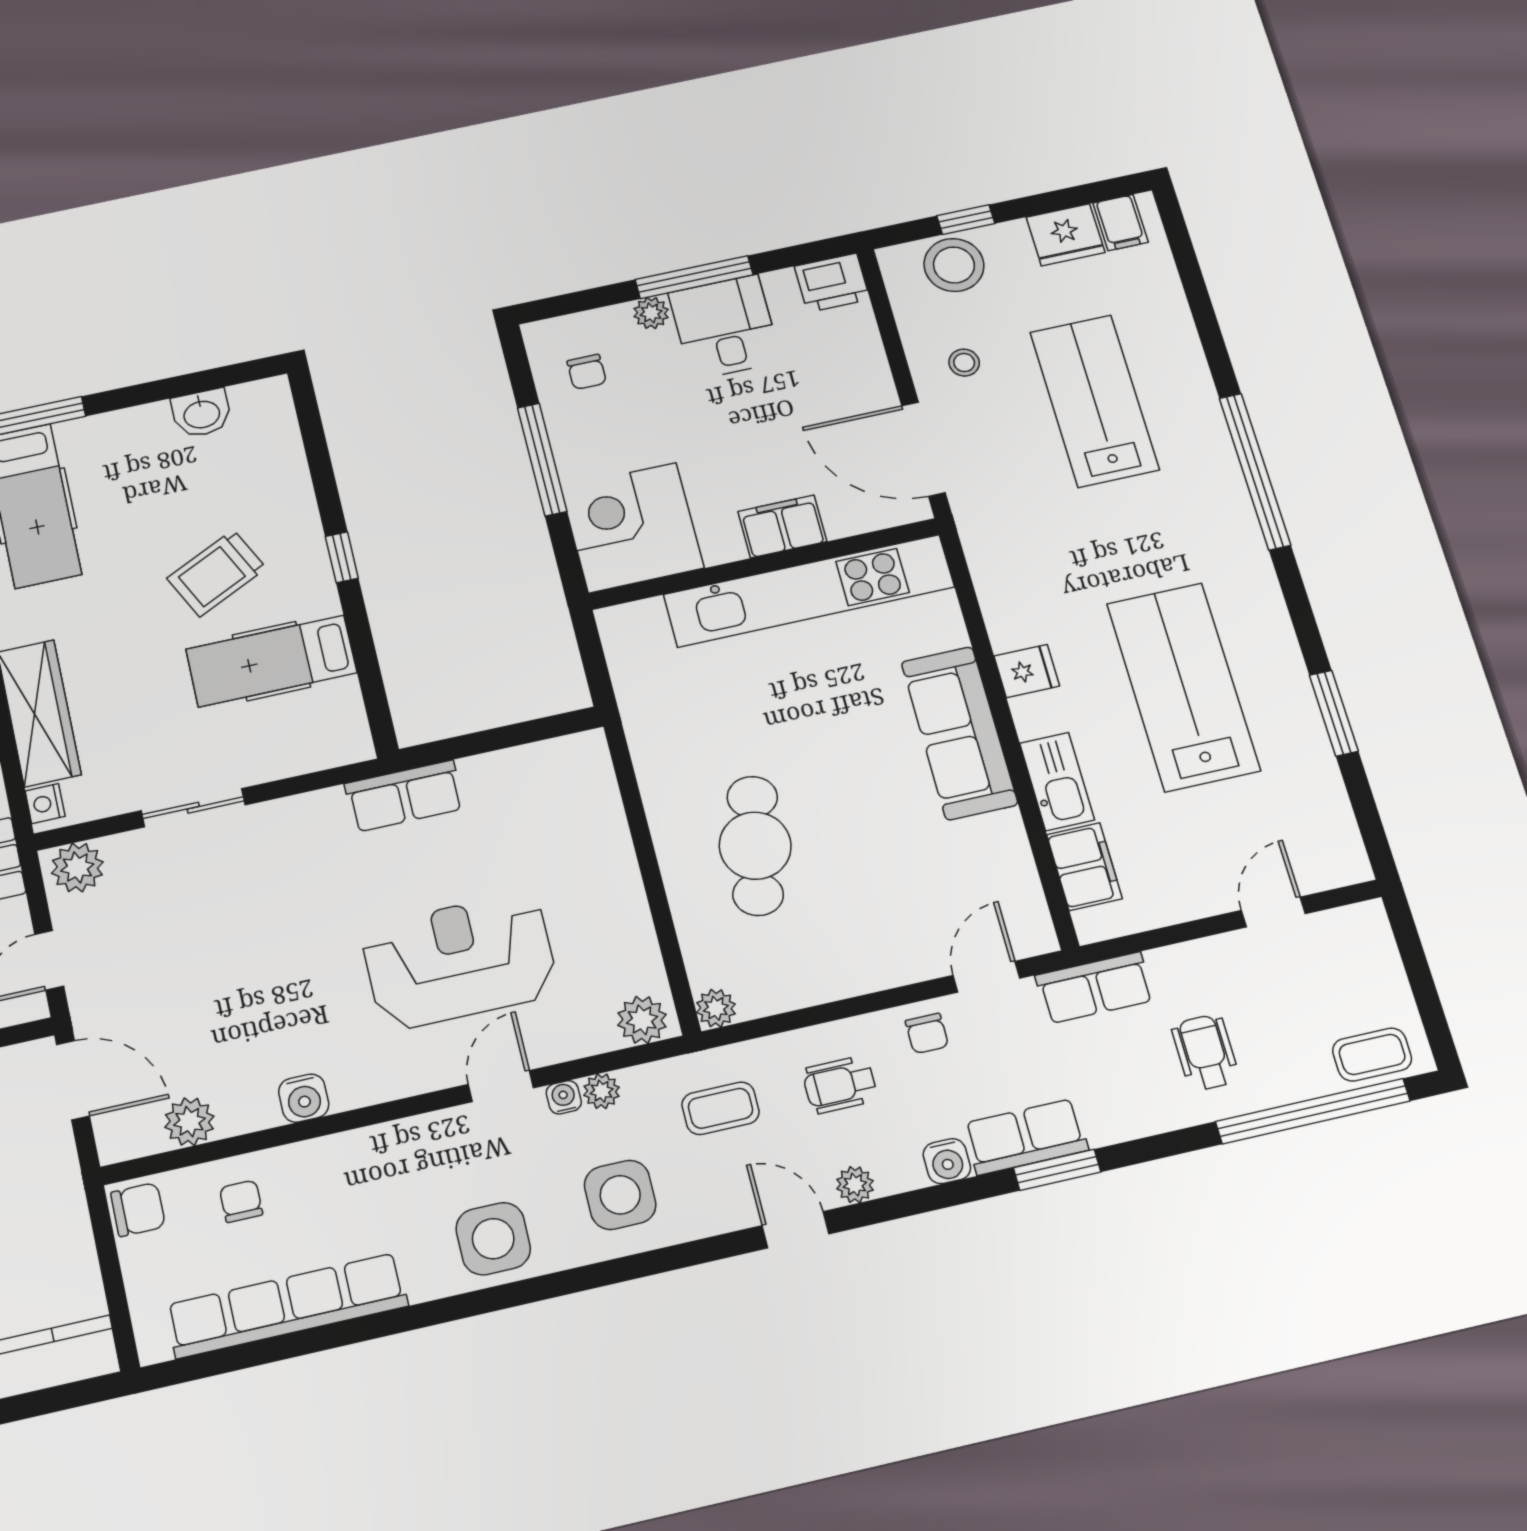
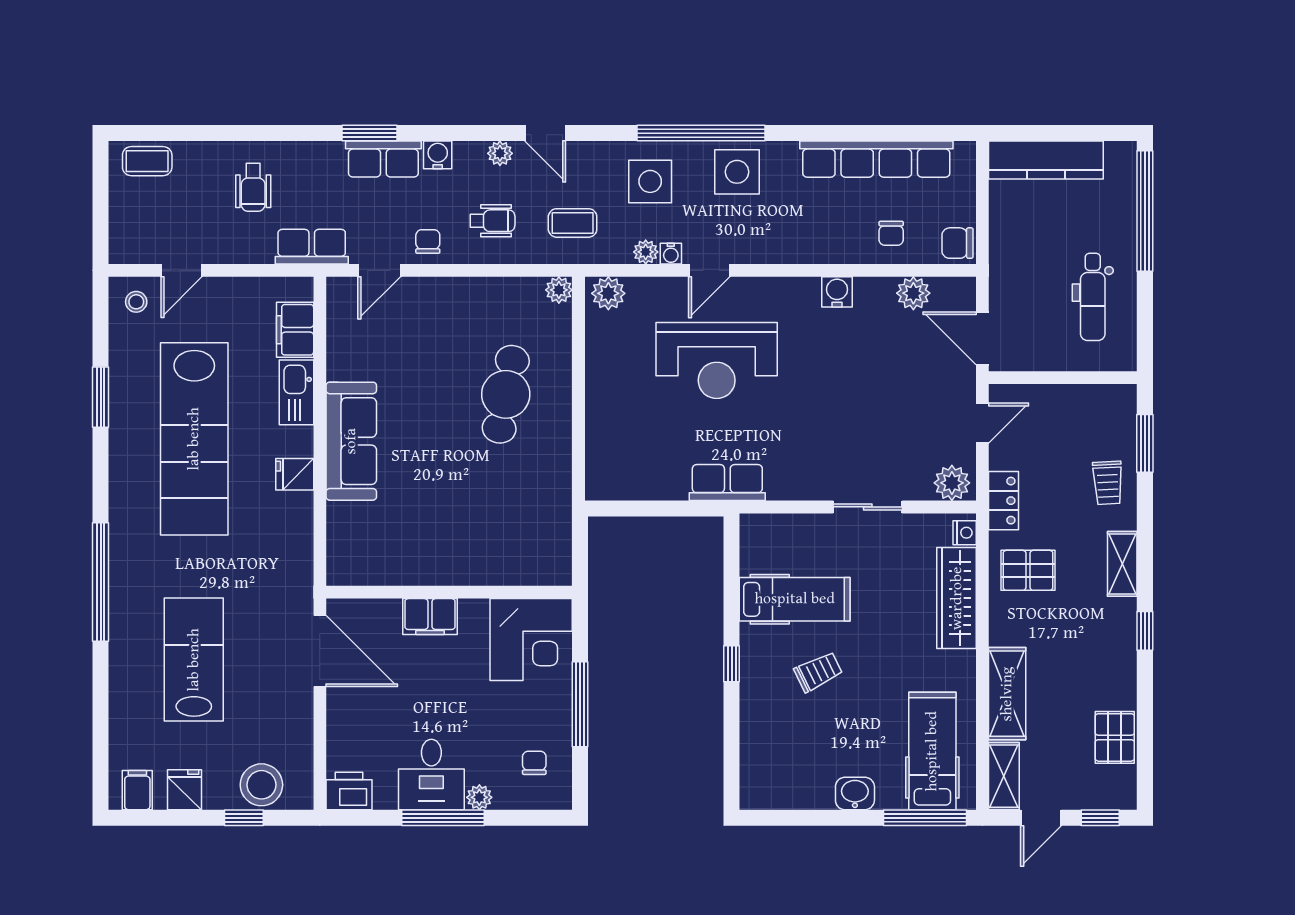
fridge: (1066, 235) -> (184, 790), width x0.72
stool: (964, 363) -> (136, 302), moved
lab bench: (1095, 401) -> (194, 660), turned 180
washbasin: (202, 413) -> (855, 793), moved
trolley: (217, 573) -> (818, 672), width x0.73, depth x0.72
kitchen unit: (809, 591) -> (424, 566), removed
lab bench: (1183, 687) -> (194, 439), width x1.36
window: (1313, 1111) -> (701, 133), moved

